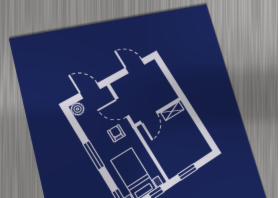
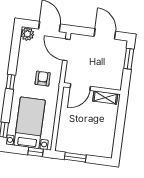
window: (166, 71) -> (129, 59), added
door: (122, 108) -> (66, 50), moved
window: (94, 155) -> (11, 82), width x0.46

